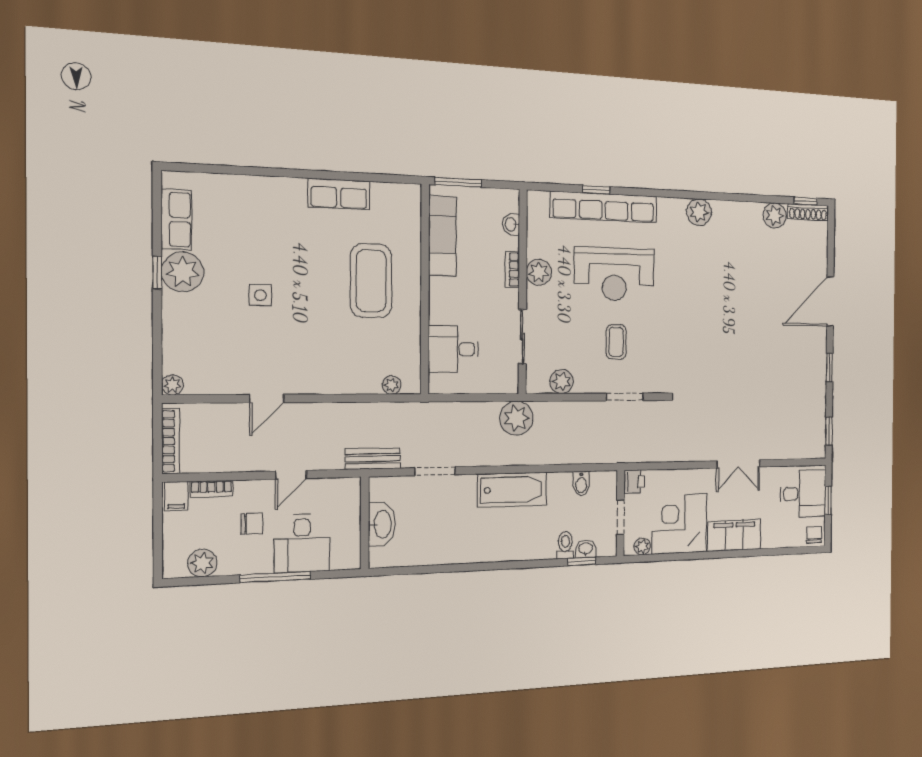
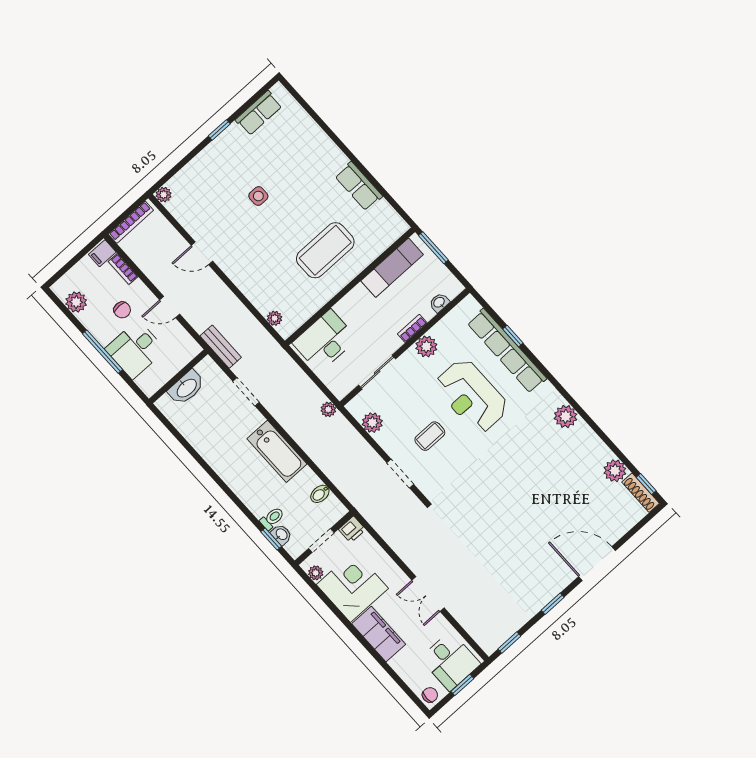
plant: (183, 272) -> (232, 143), removed
desk: (453, 349) -> (325, 341), width x1.37
plant: (516, 418) -> (328, 409), width x0.53, depth x0.53

